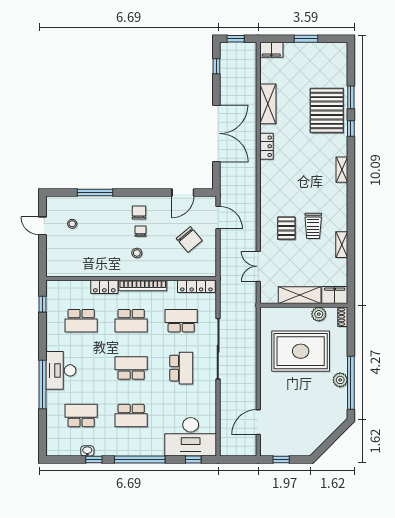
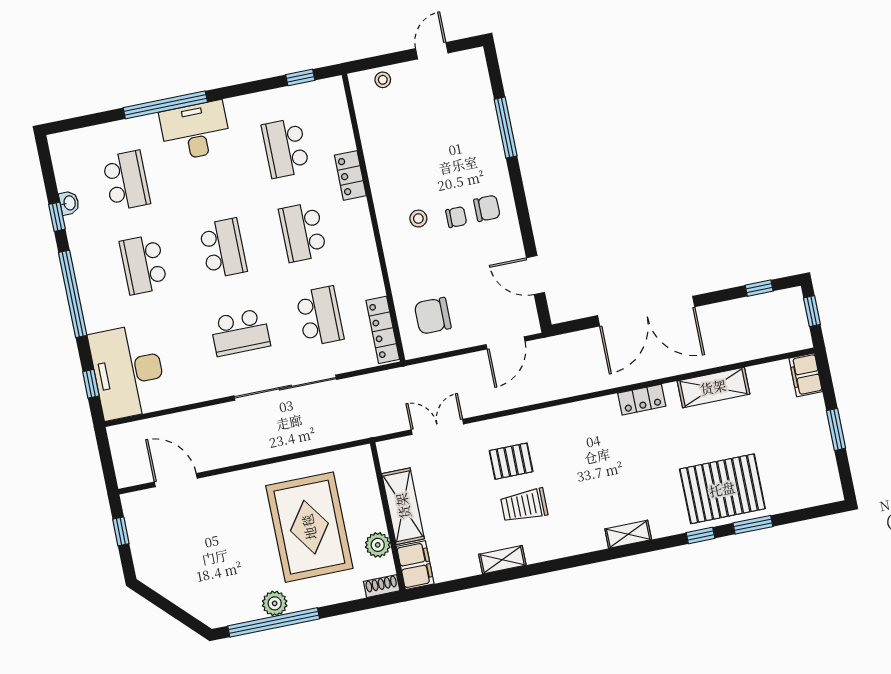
stool: (72, 224) -> (383, 80), moved
chair: (189, 239) -> (433, 316), moved, turned 40
bookcase: (143, 286) -> (366, 240), removed

